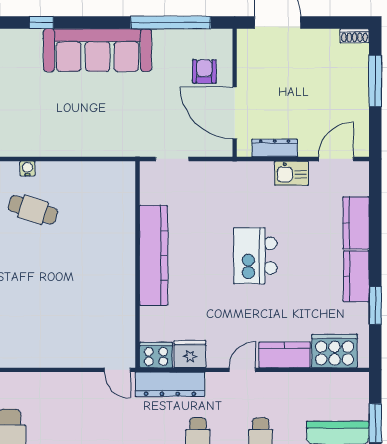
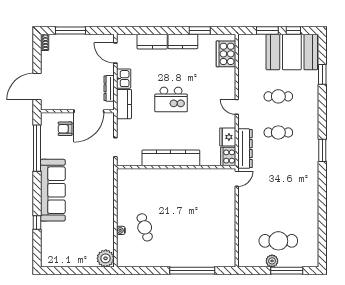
cafe table: (33, 210) -> (145, 227), turned -35
kitchen counter: (284, 355) -> (124, 104), moved, turned 180

